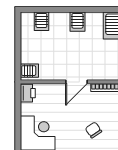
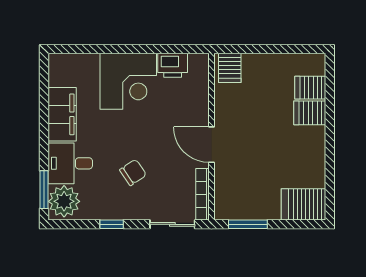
server rack: (77, 22) -> (310, 113), moved
printer: (28, 93) -> (173, 65), moved

